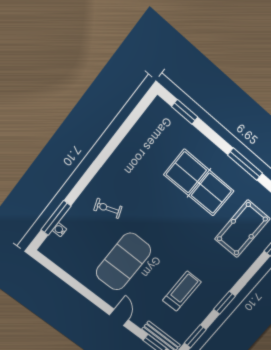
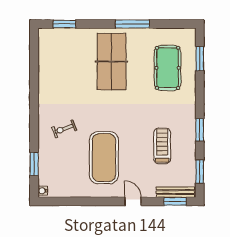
table tennis table: (199, 183) -> (112, 62), turned 90
window: (56, 218) -> (34, 164), width x0.69
water cooler: (59, 230) -> (43, 191), moved

